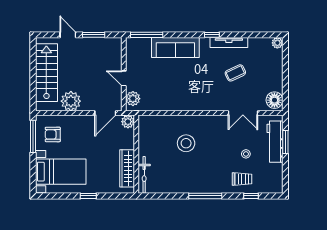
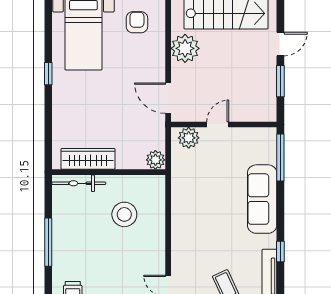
plant: (128, 122) -> (155, 160), moved
wall: (136, 154) -> (109, 172), moved
wardrobe: (127, 168) -> (88, 159), moved
bicycle: (144, 175) -> (79, 183), moved

